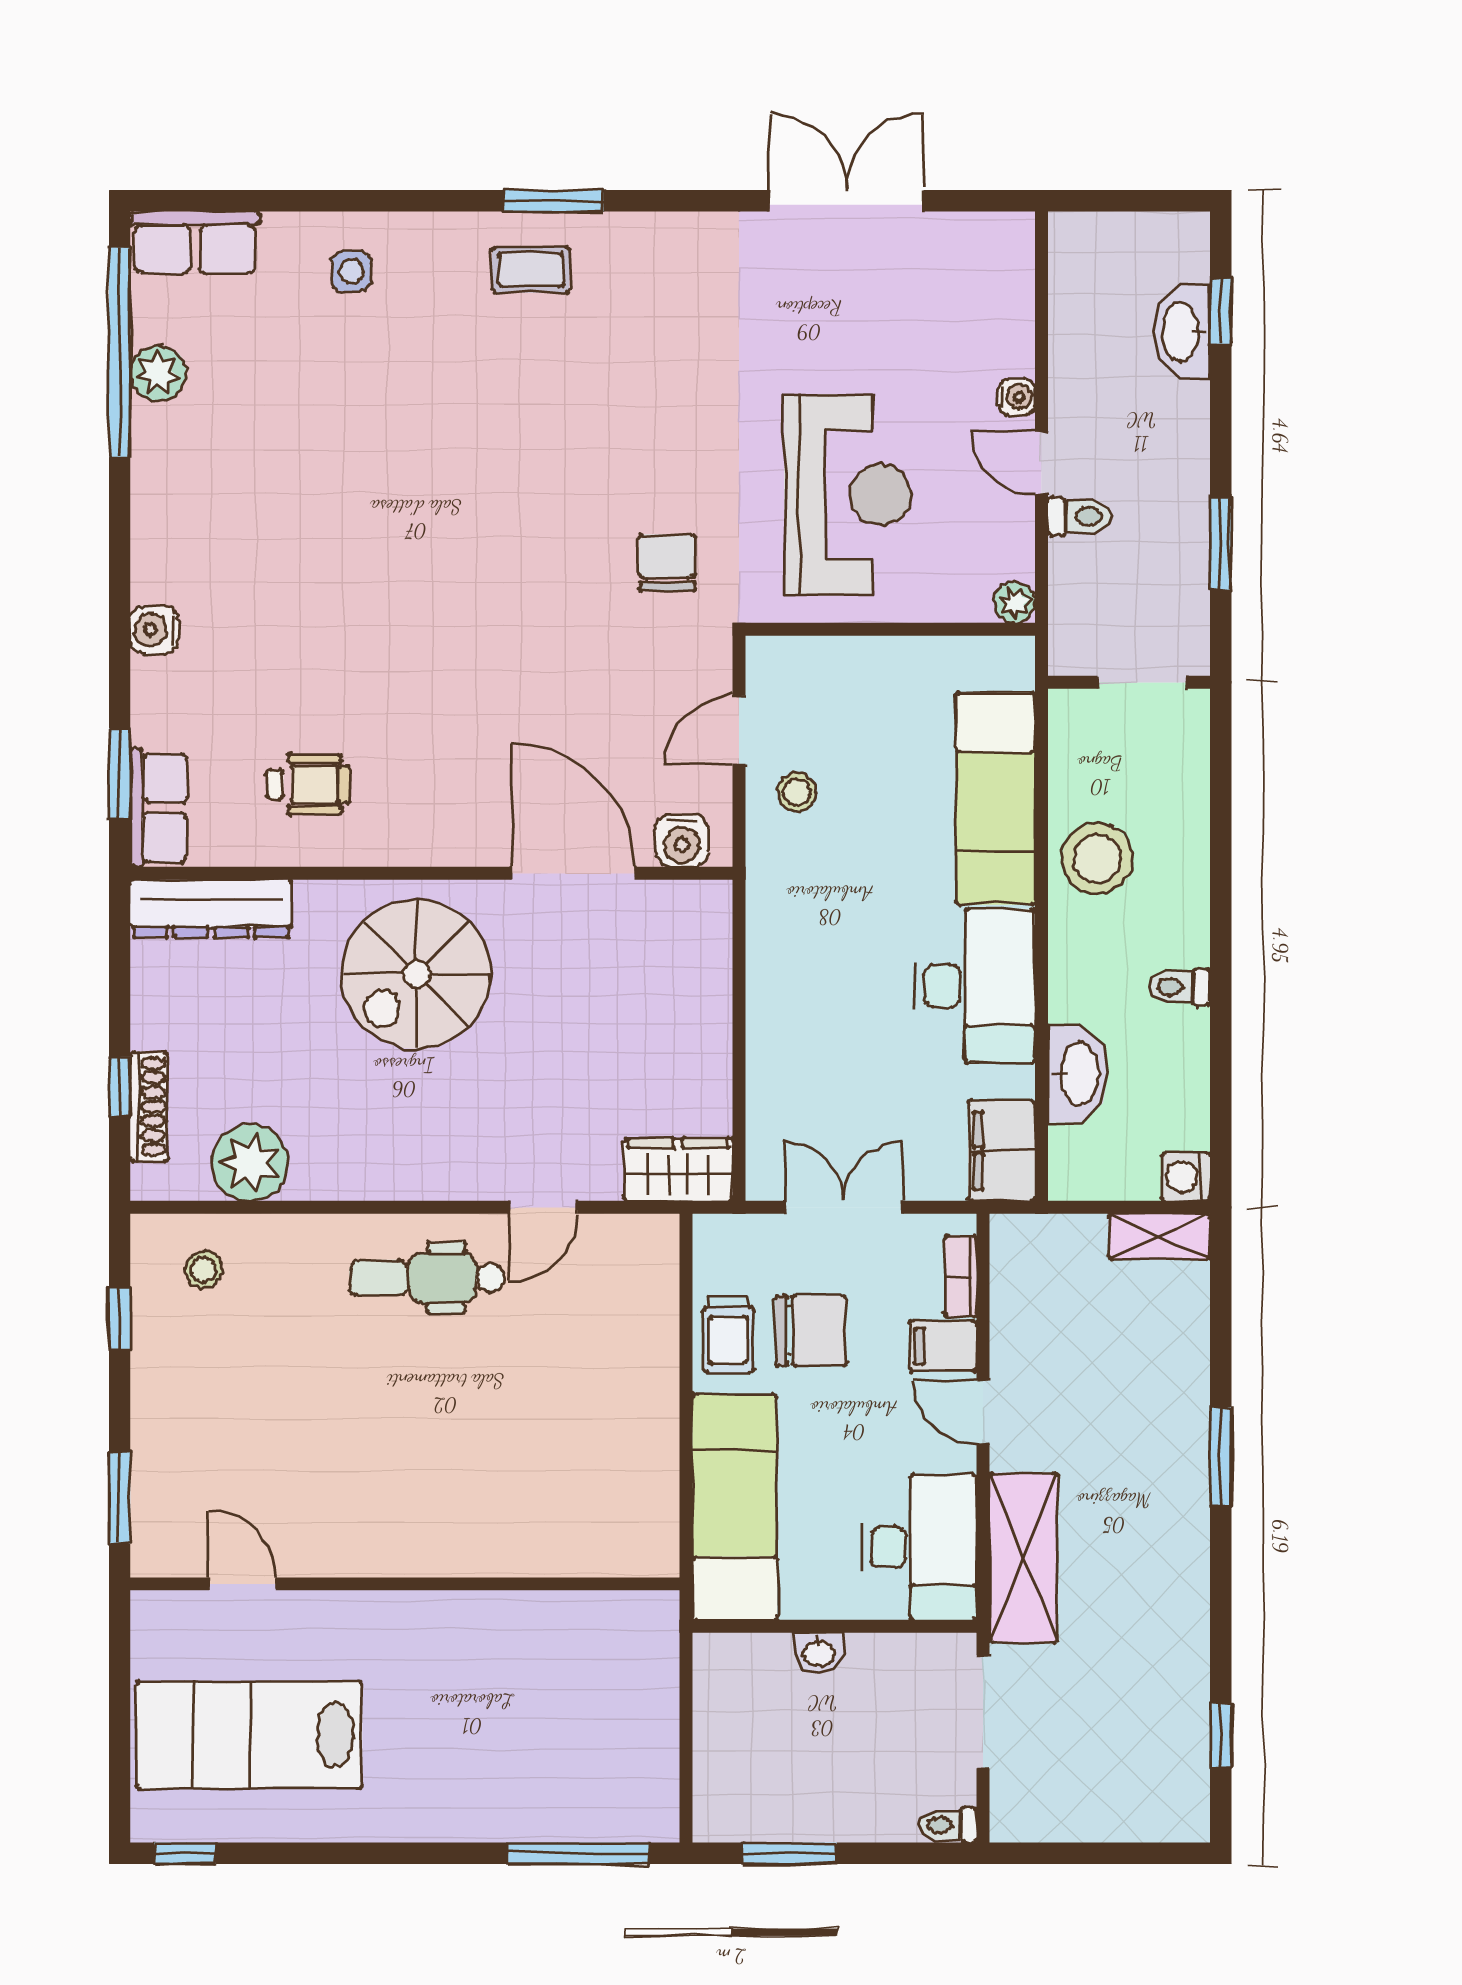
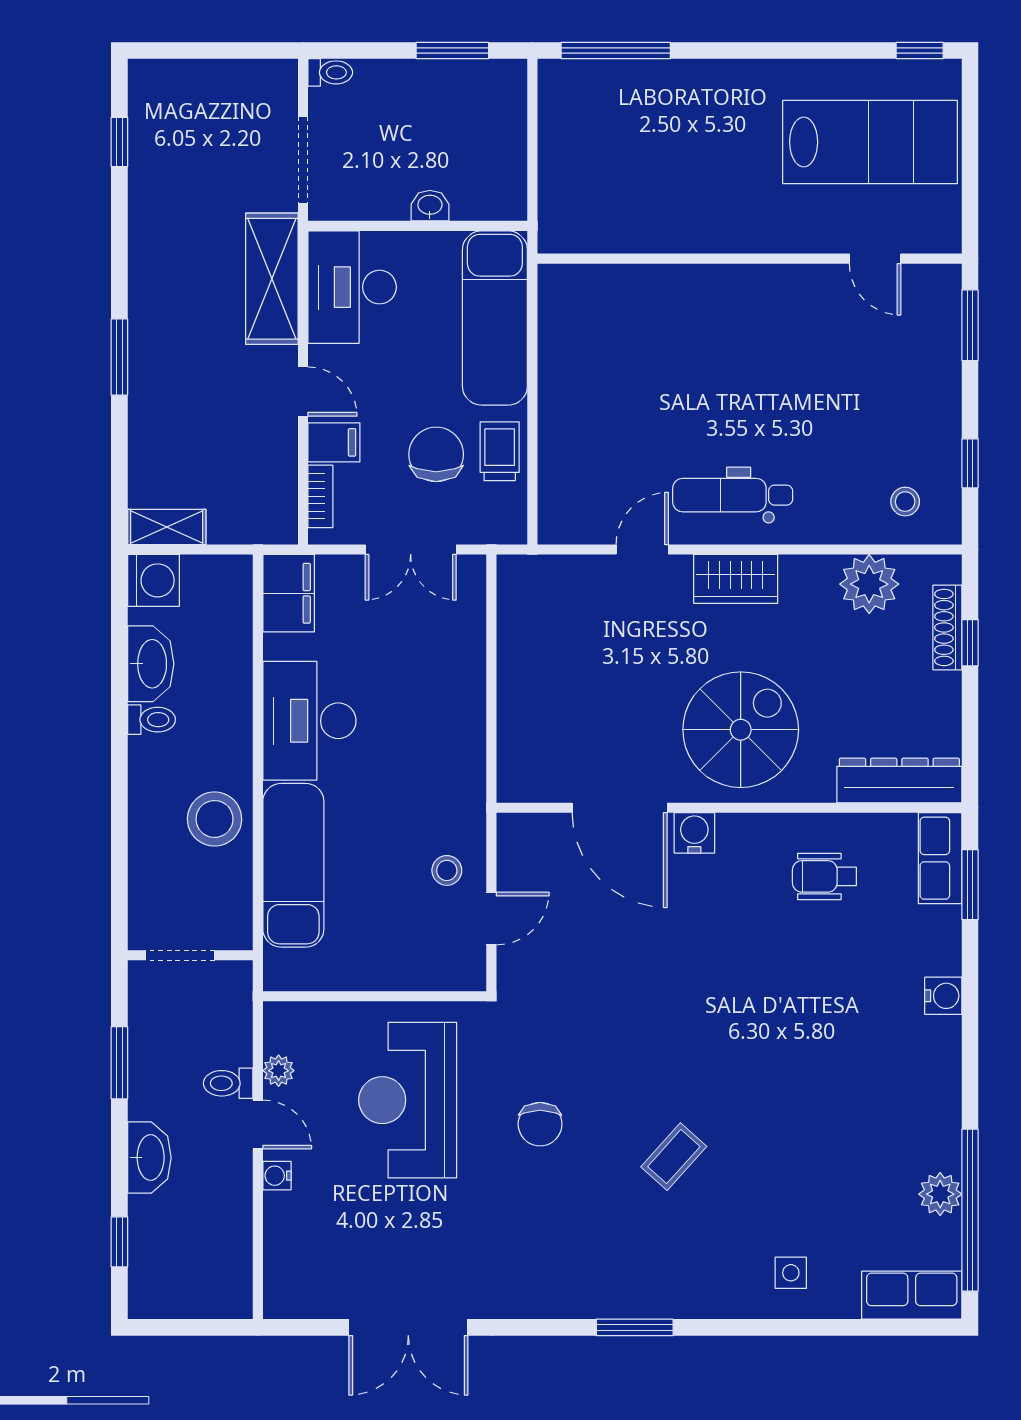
coffee table: (531, 270) -> (674, 1157), moved, turned -48
washbasin: (1182, 332) -> (149, 1158), moved
chair: (667, 563) -> (540, 1124), moved
plant: (1015, 602) -> (279, 1071), moved
water cooler: (682, 841) -> (694, 833), moved
washbasin: (1078, 1074) -> (151, 664), moved, turned 180
wardrobe: (678, 1169) -> (736, 579), moved
washing machine: (1186, 1177) -> (153, 580), width x1.38, depth x1.38
dental chair: (427, 1278) -> (733, 495), turned 180
chair: (811, 1331) -> (436, 454), turned 90

